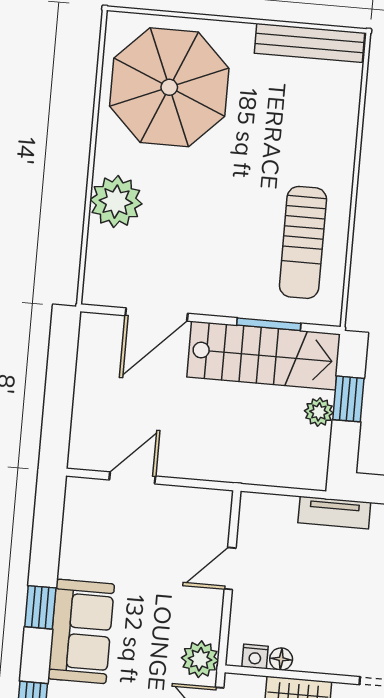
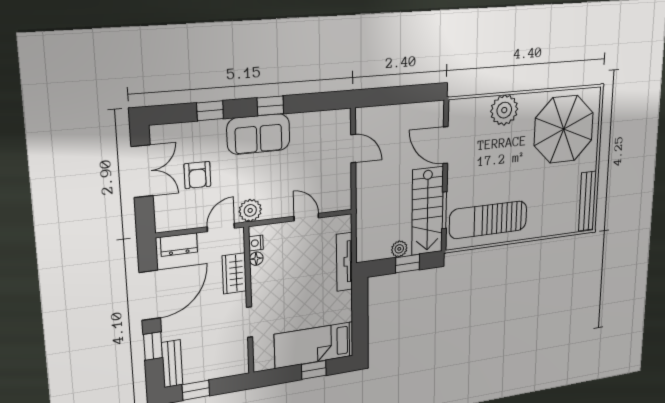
sun lounger: (303, 242) -> (488, 220), width x1.36, depth x1.34
tv unit: (334, 513) -> (344, 262), width x1.41

